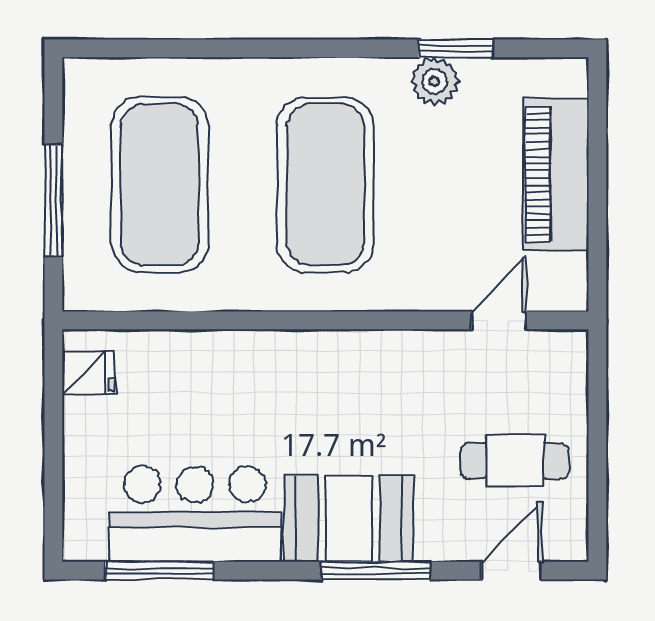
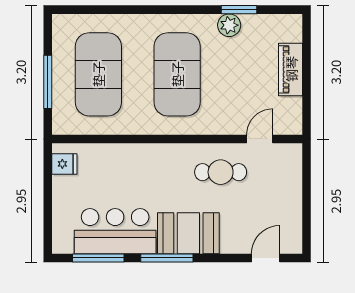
piano: (556, 174) -> (291, 69), width x0.73, depth x0.75
cafe table: (515, 461) -> (221, 172), moved
window: (376, 571) -> (167, 258), moved

